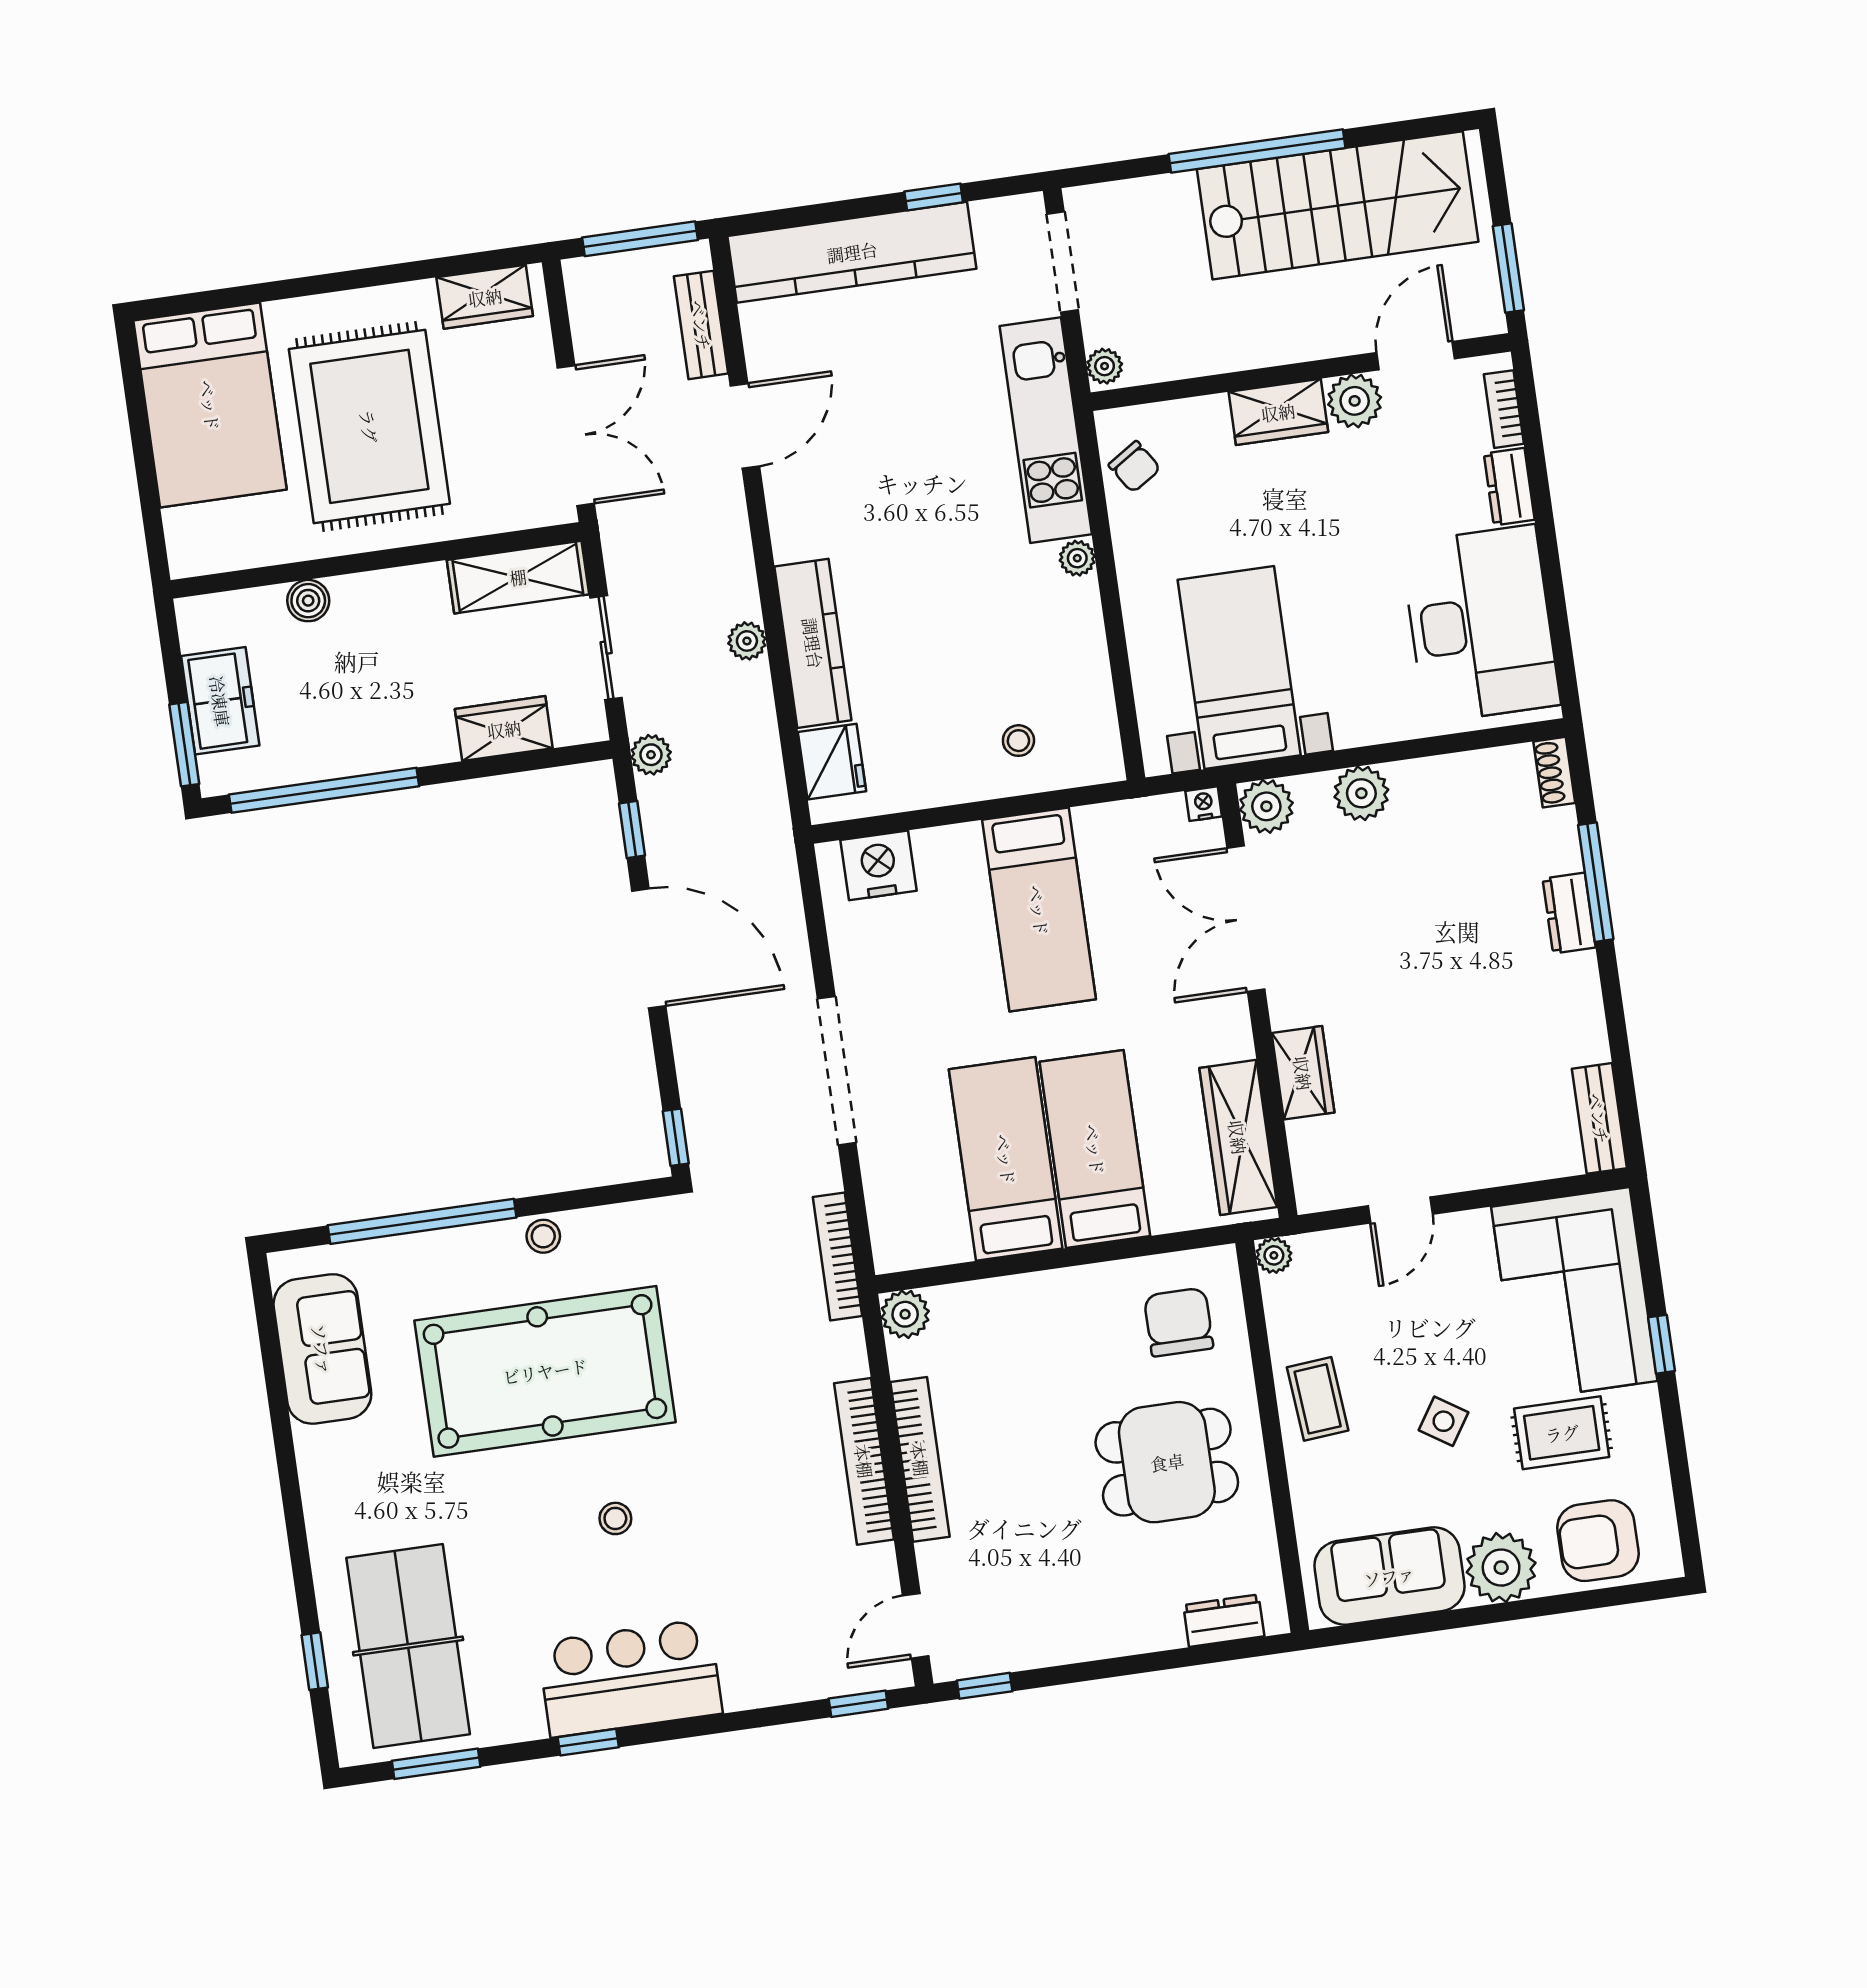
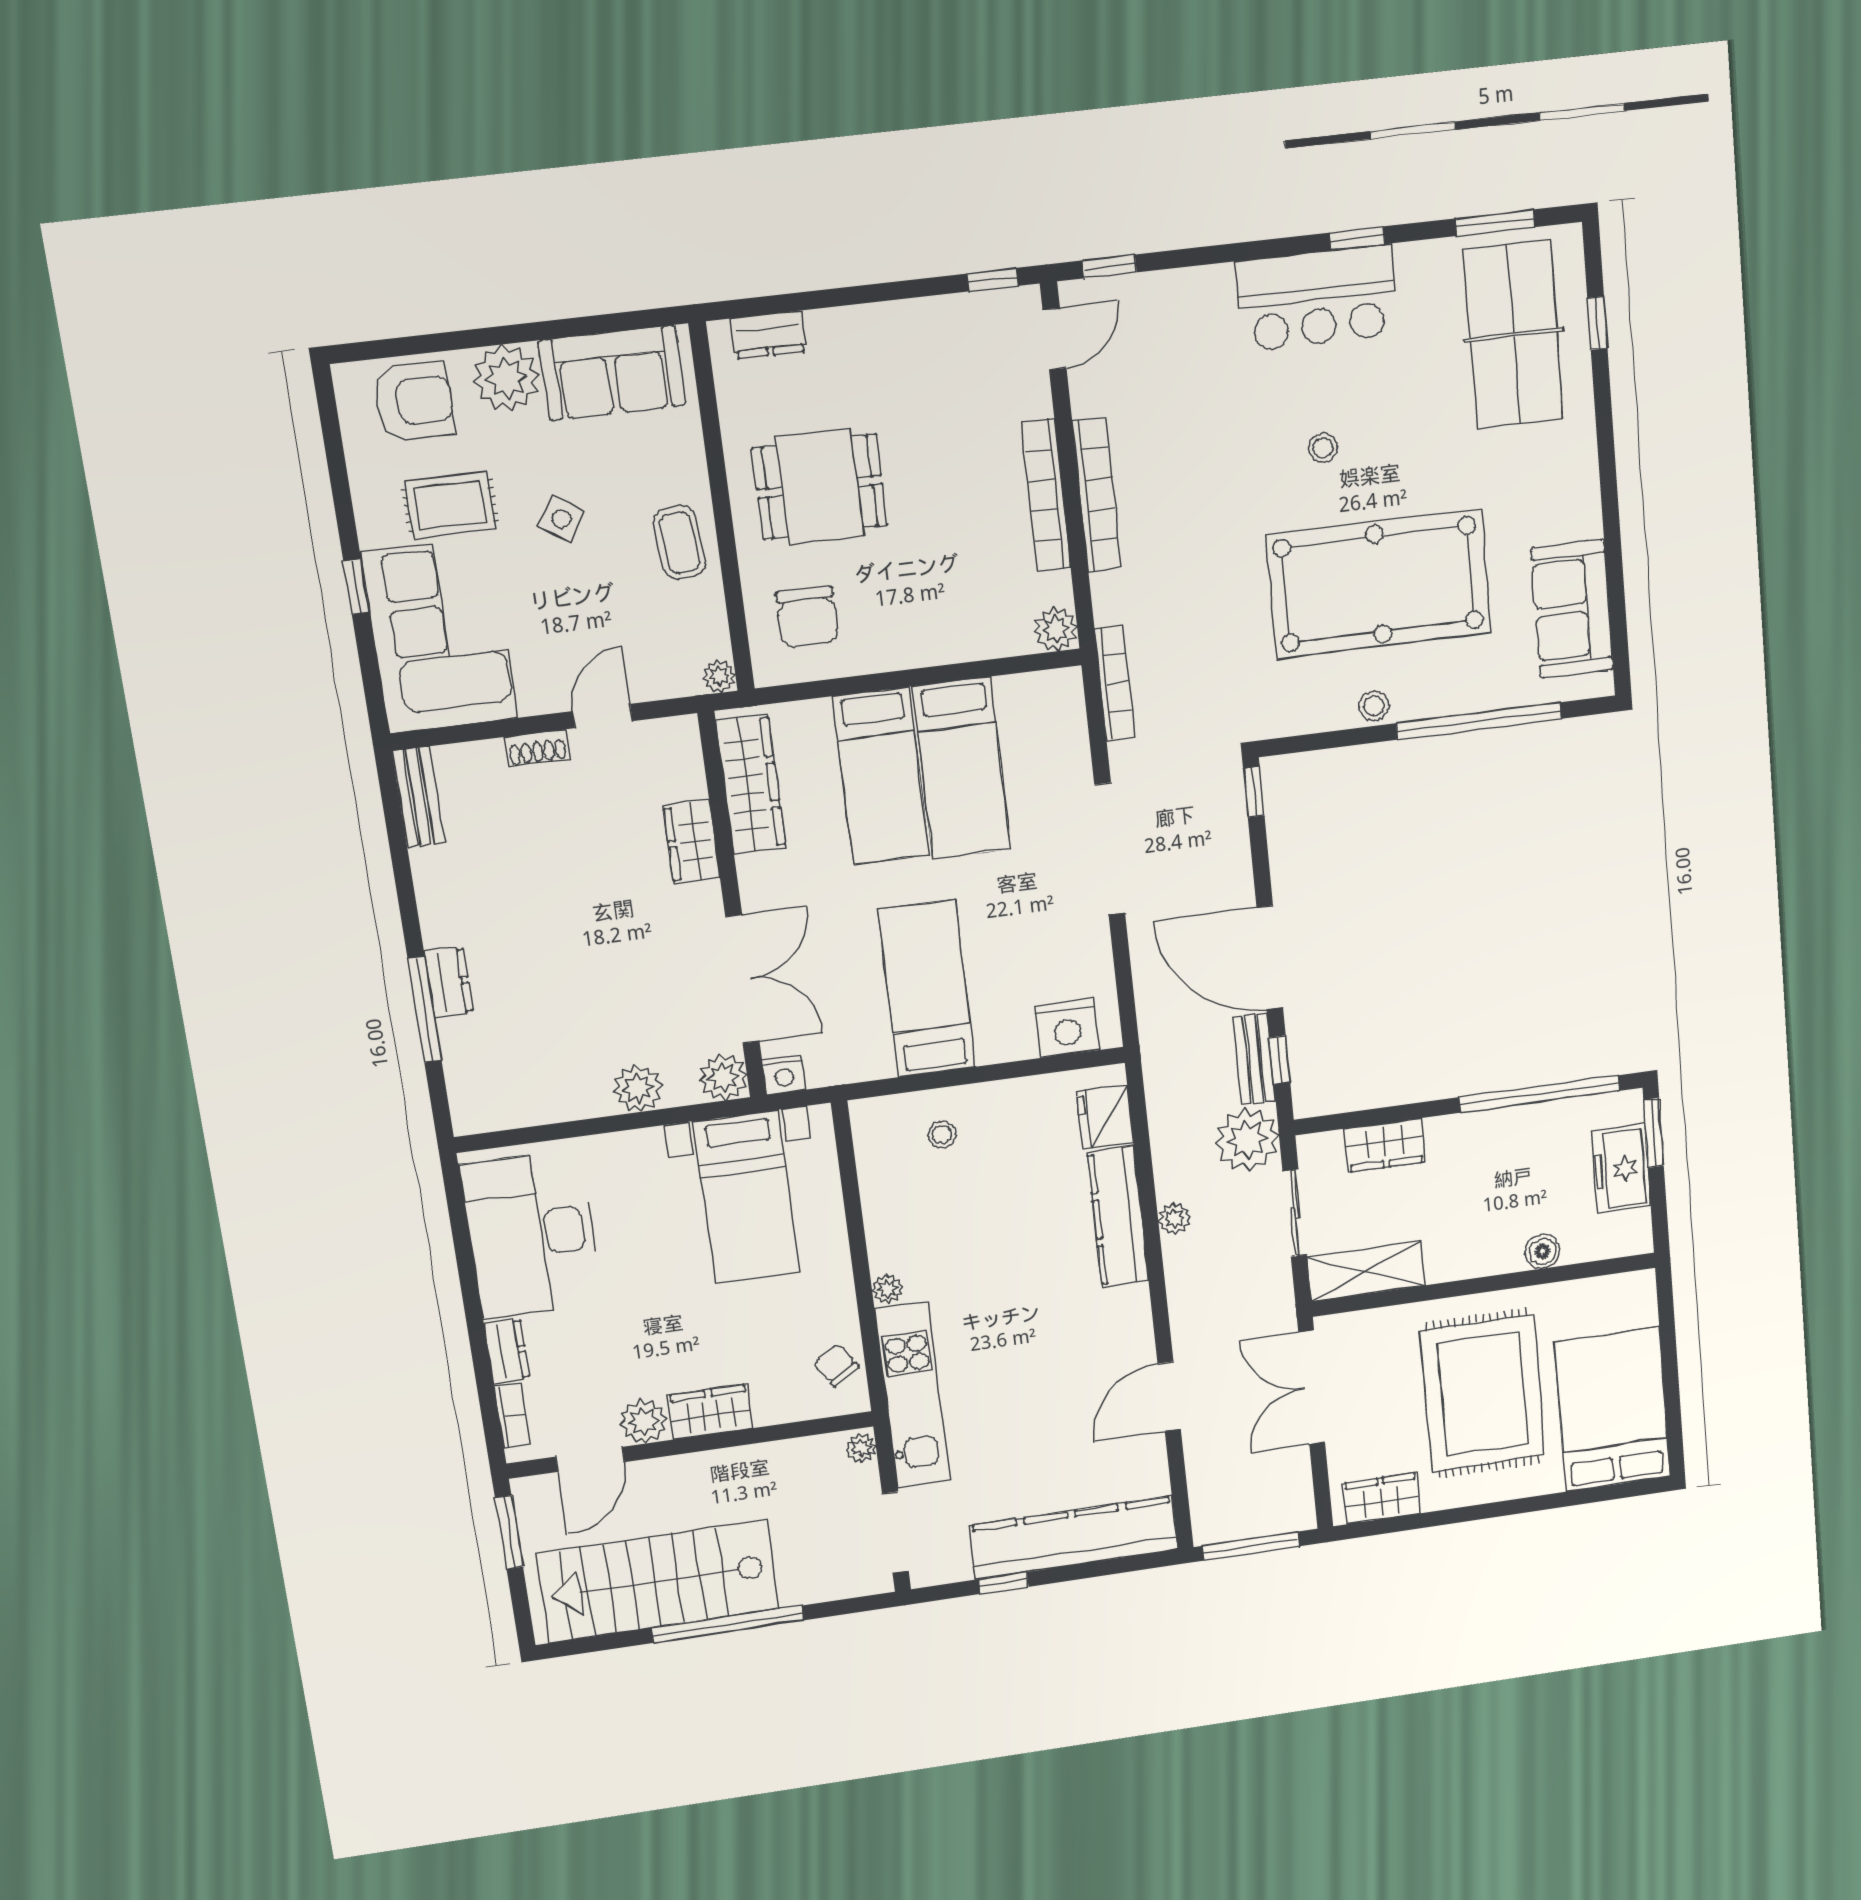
bench: (701, 325) -> (1254, 1059), moved
plant: (651, 755) -> (1247, 1140), width x1.88, depth x1.88
shoe rack: (1554, 772) -> (537, 748), moved, turned 90
nightstand: (1204, 804) -> (784, 1074), width x1.39, depth x1.35

